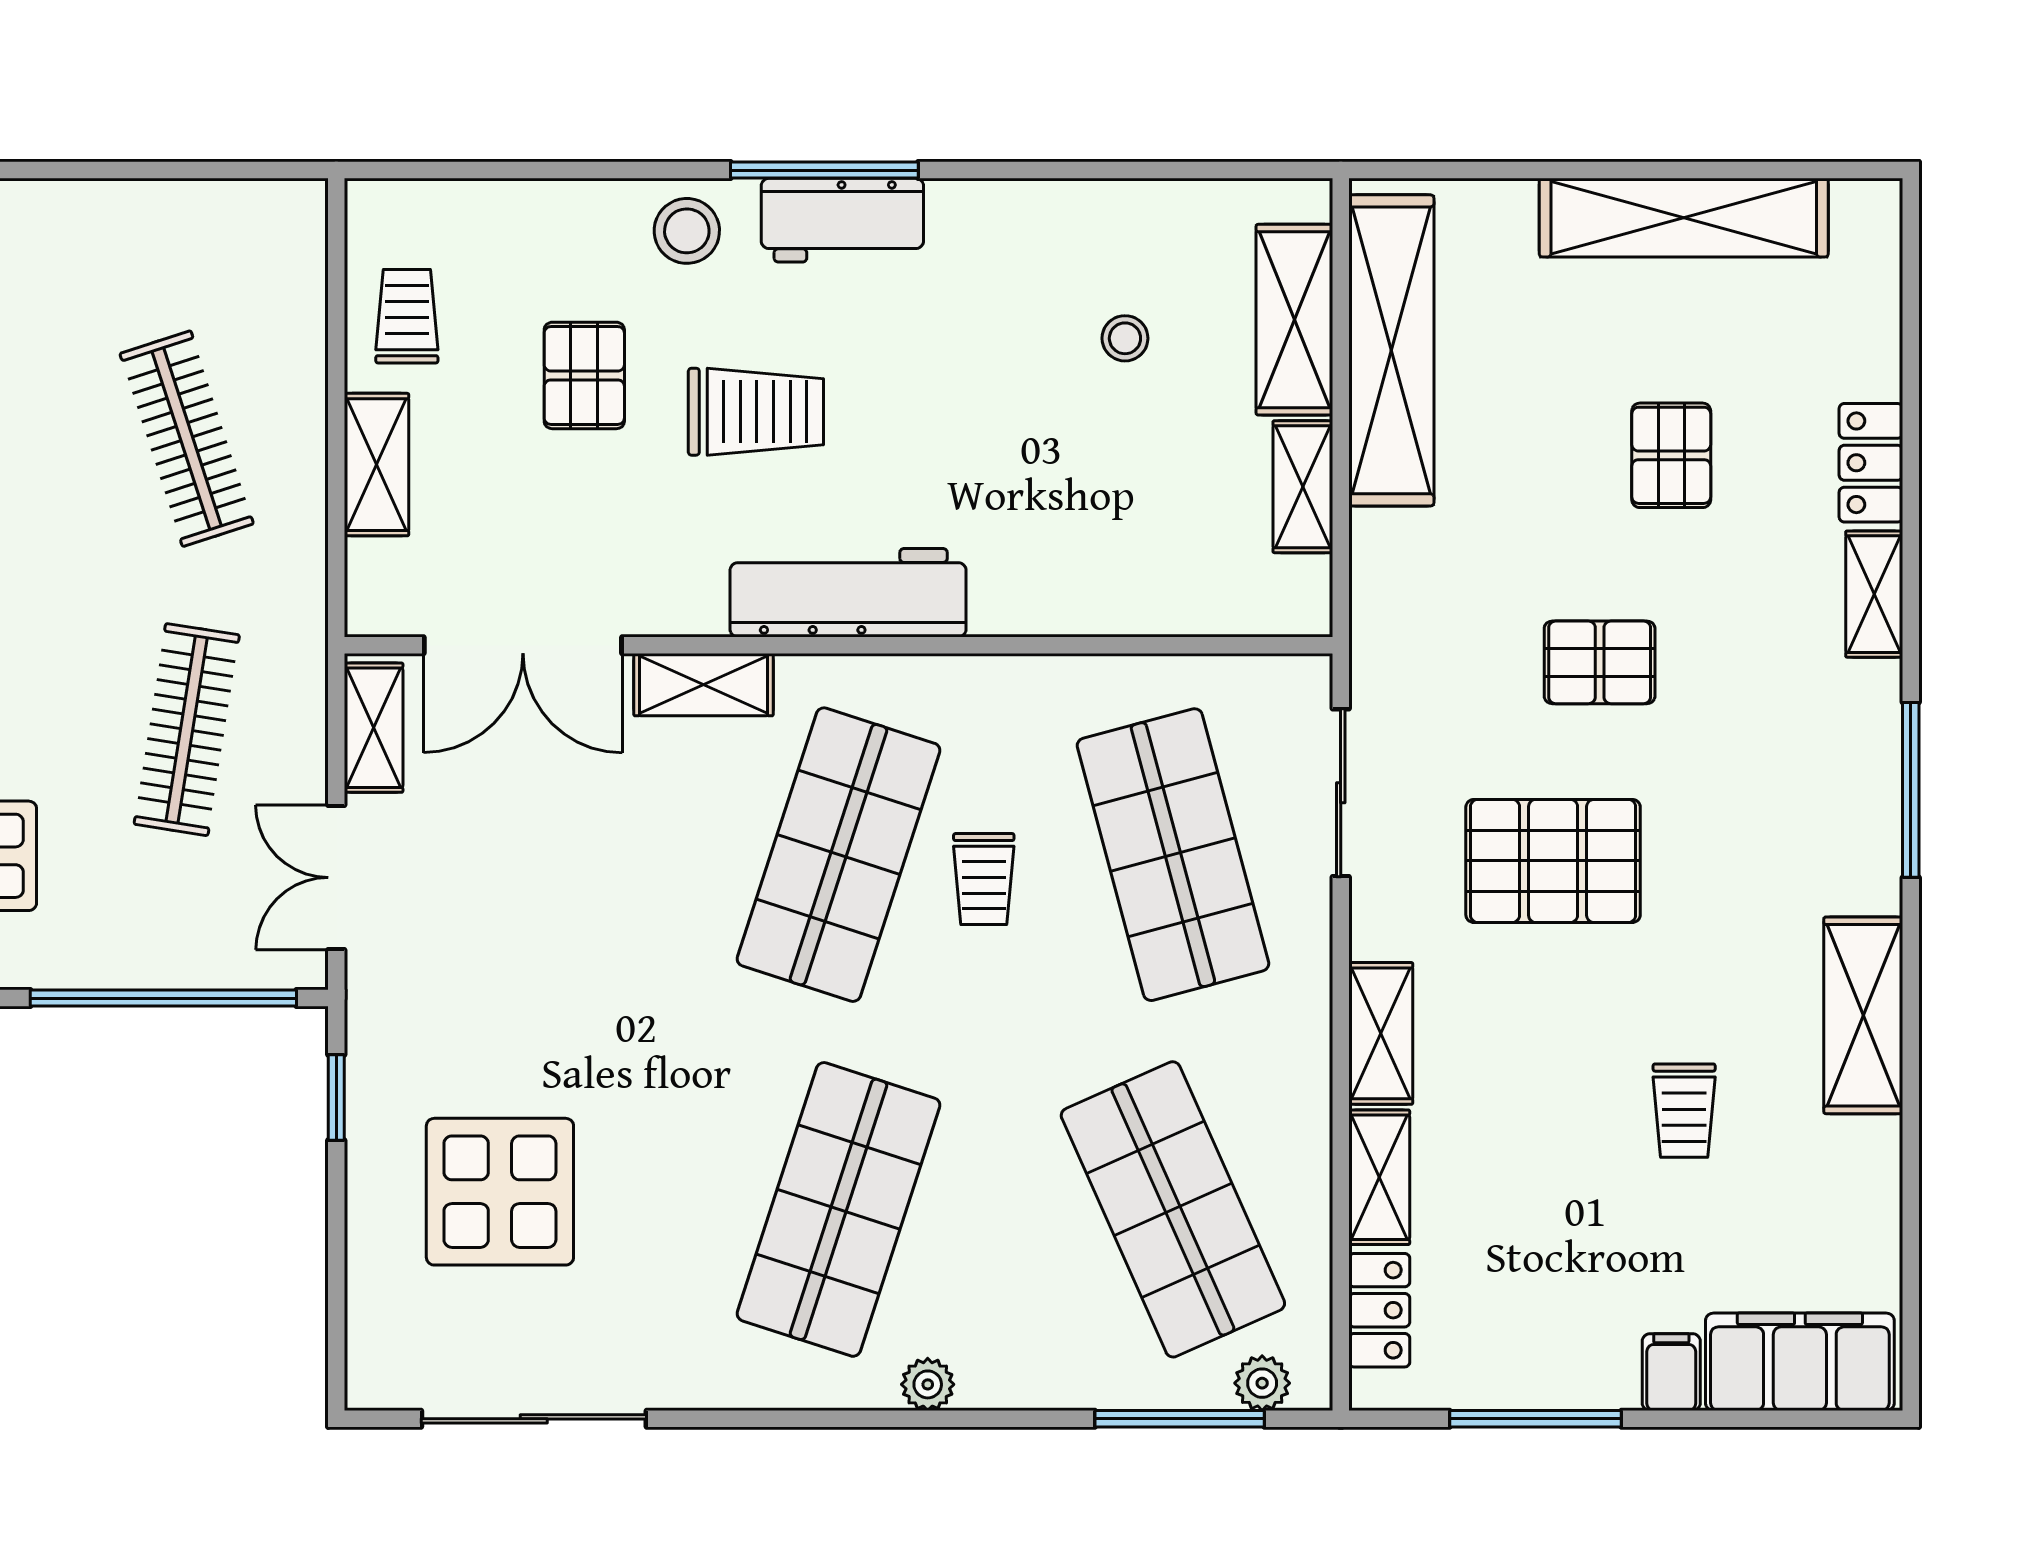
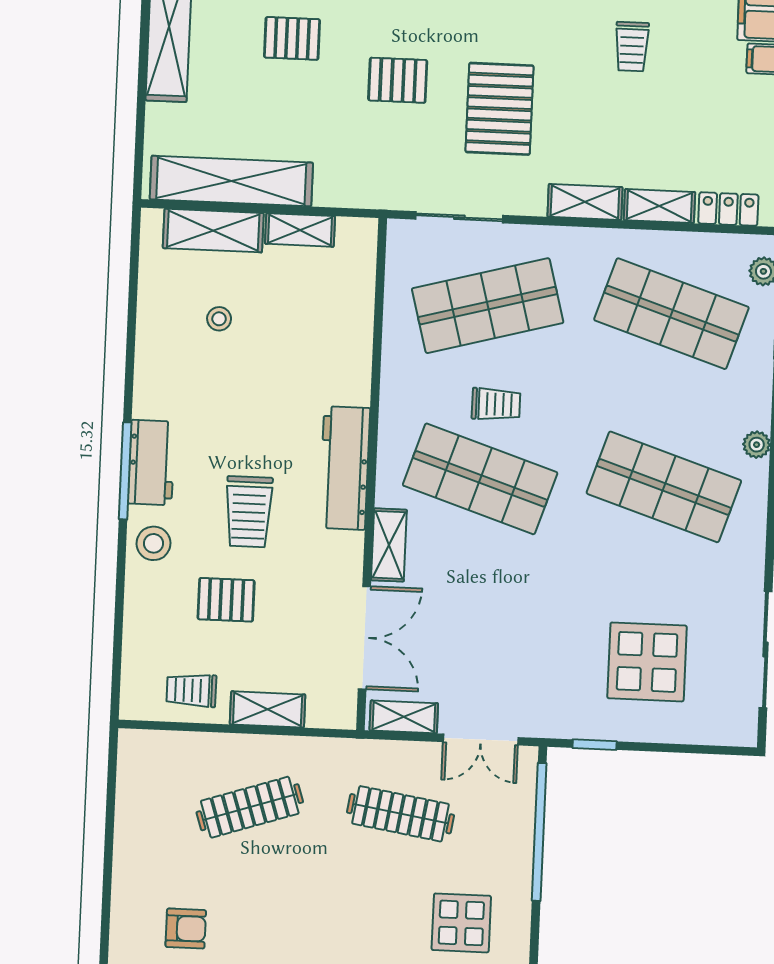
trolley: (756, 412) -> (249, 512), turned 180
pallet: (1600, 662) -> (398, 80), turned 90
trolley: (1684, 1111) -> (632, 47), turned 90
shop shelf: (1173, 1209) -> (671, 314), turned 42

